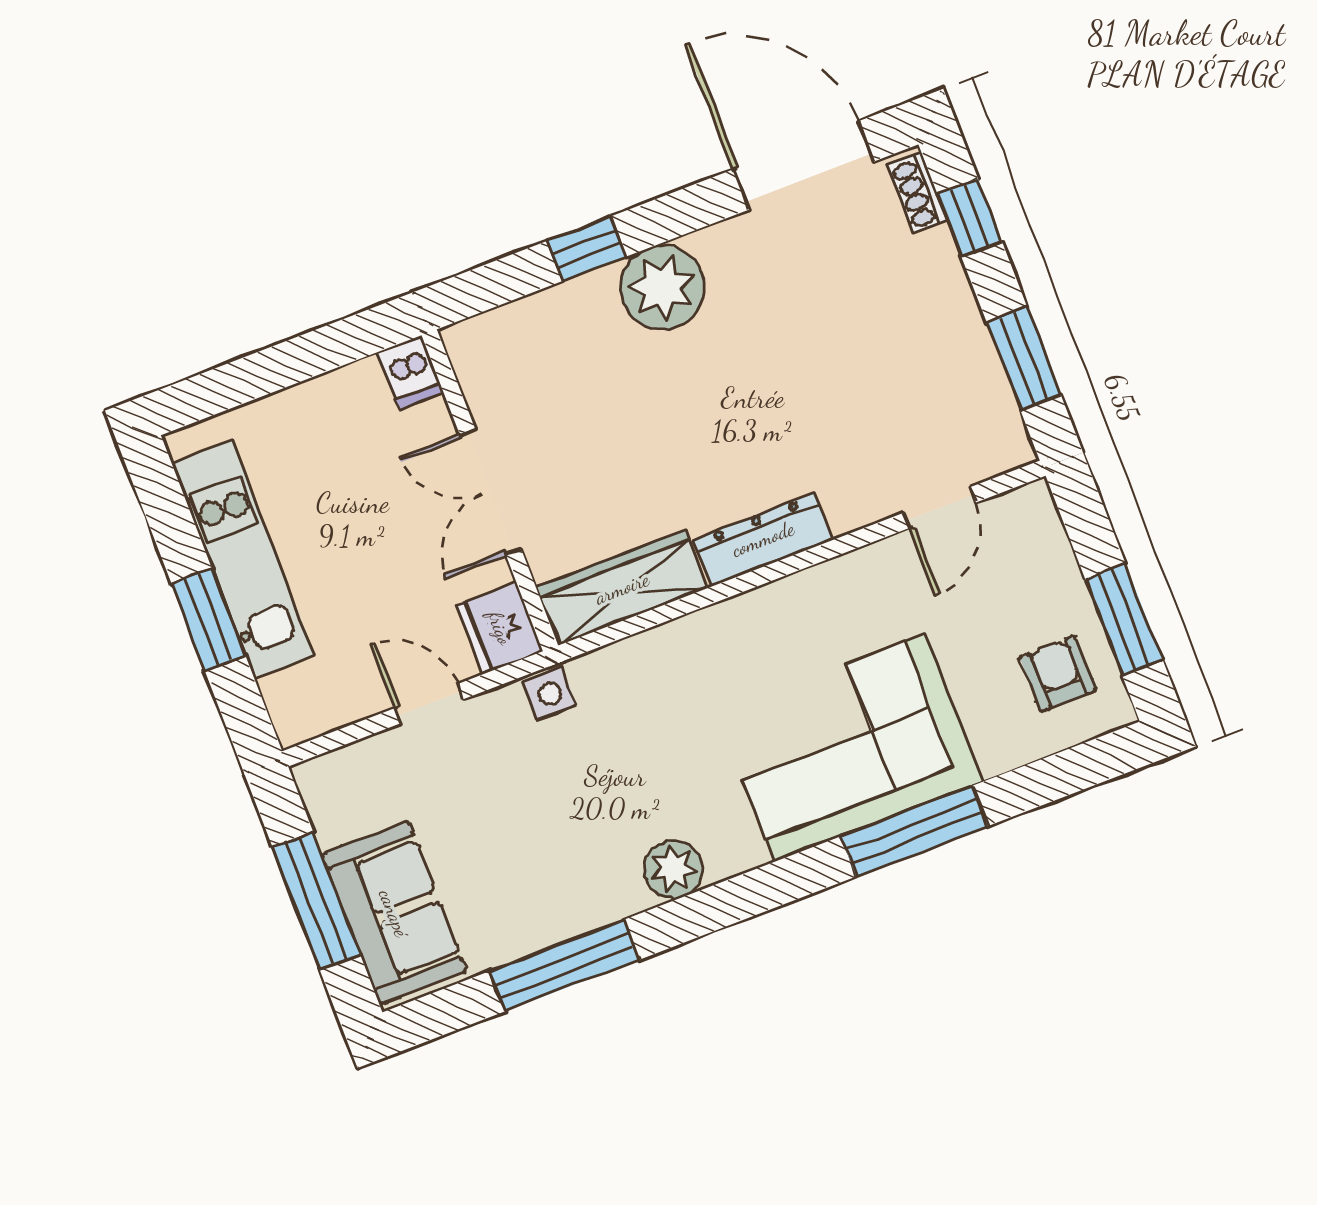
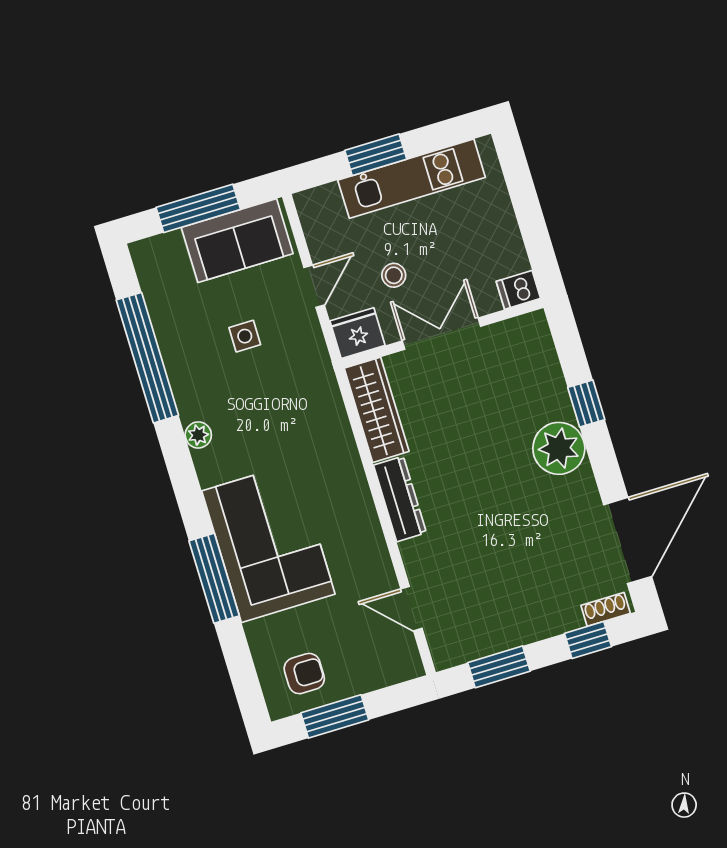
stool: (402, 576) -> (394, 275), added
side table: (550, 694) -> (245, 336), moved
plant: (673, 869) -> (198, 435), width x0.73, depth x0.73
sofa: (394, 913) -> (237, 241), moved
window: (564, 966) -> (147, 358), width x1.46

